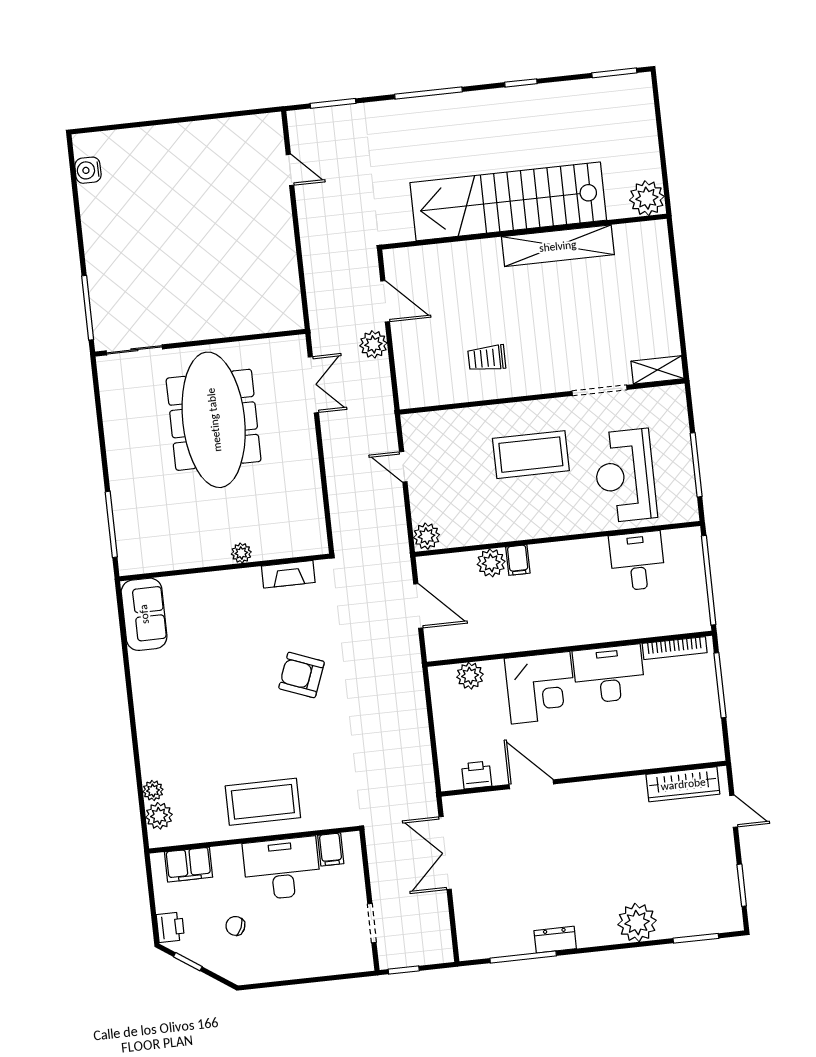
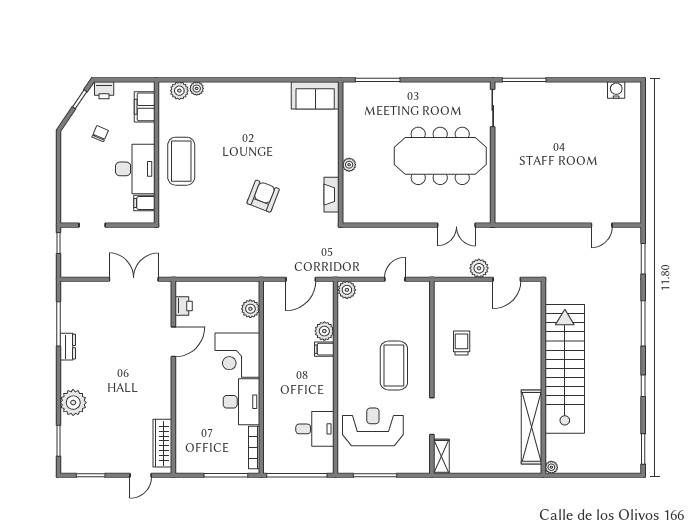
plant: (647, 198) -> (551, 467), width x0.53, depth x0.53
shelving: (558, 246) -> (532, 427), moved

